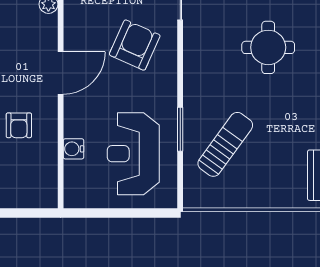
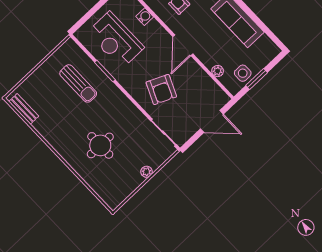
sun lounger: (225, 144) -> (78, 83), turned -36
reception desk: (133, 154) -> (116, 40), turned 180

